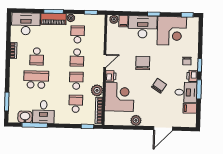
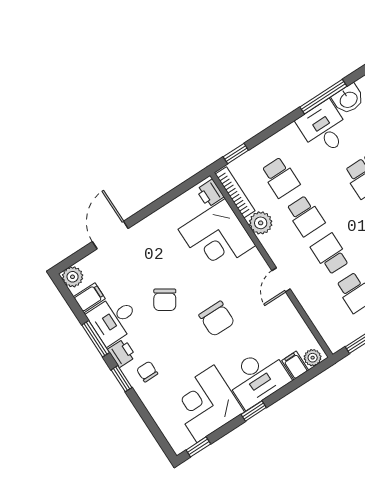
printer: (111, 76) -> (210, 193), moved
plant: (136, 120) -> (73, 277), moved

